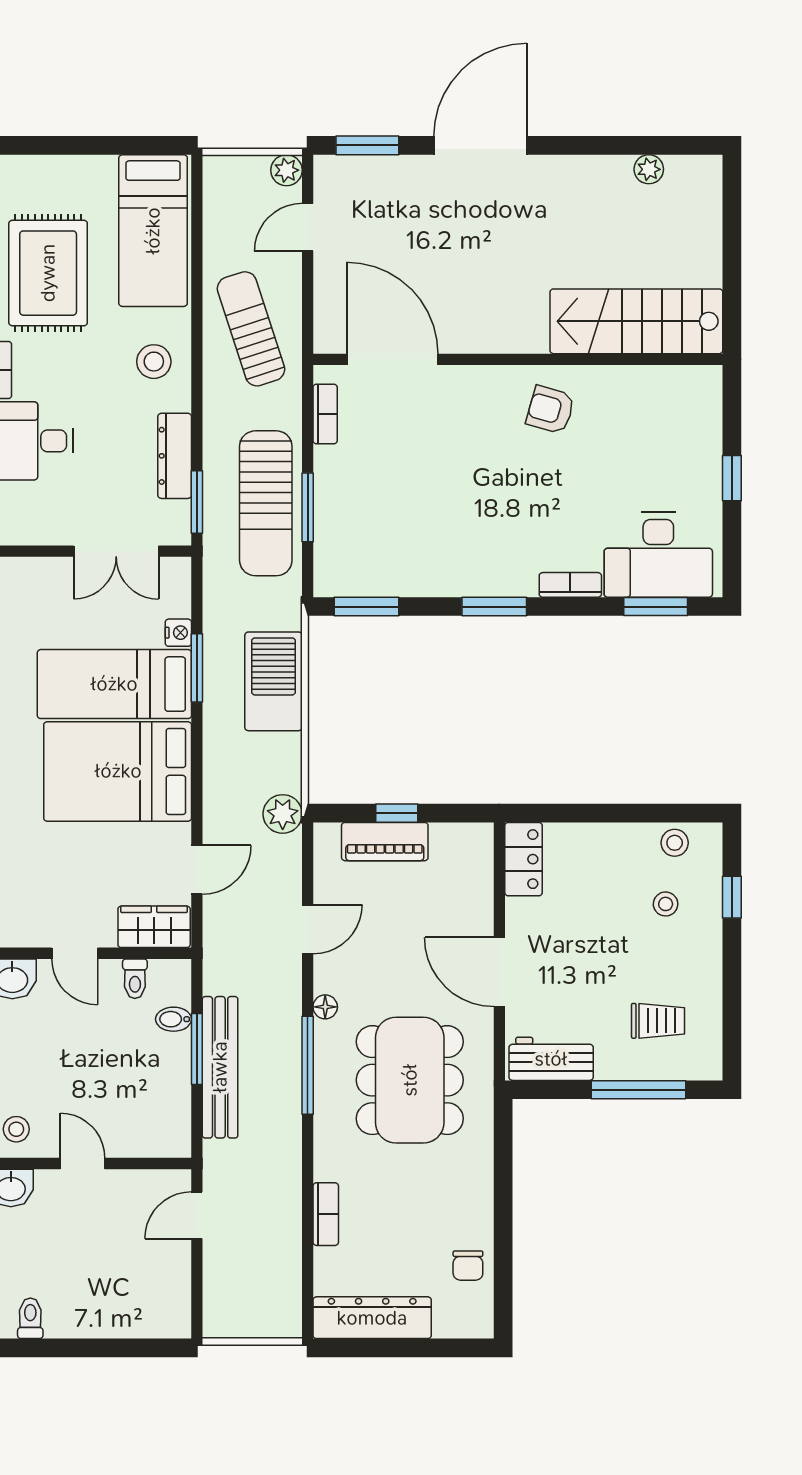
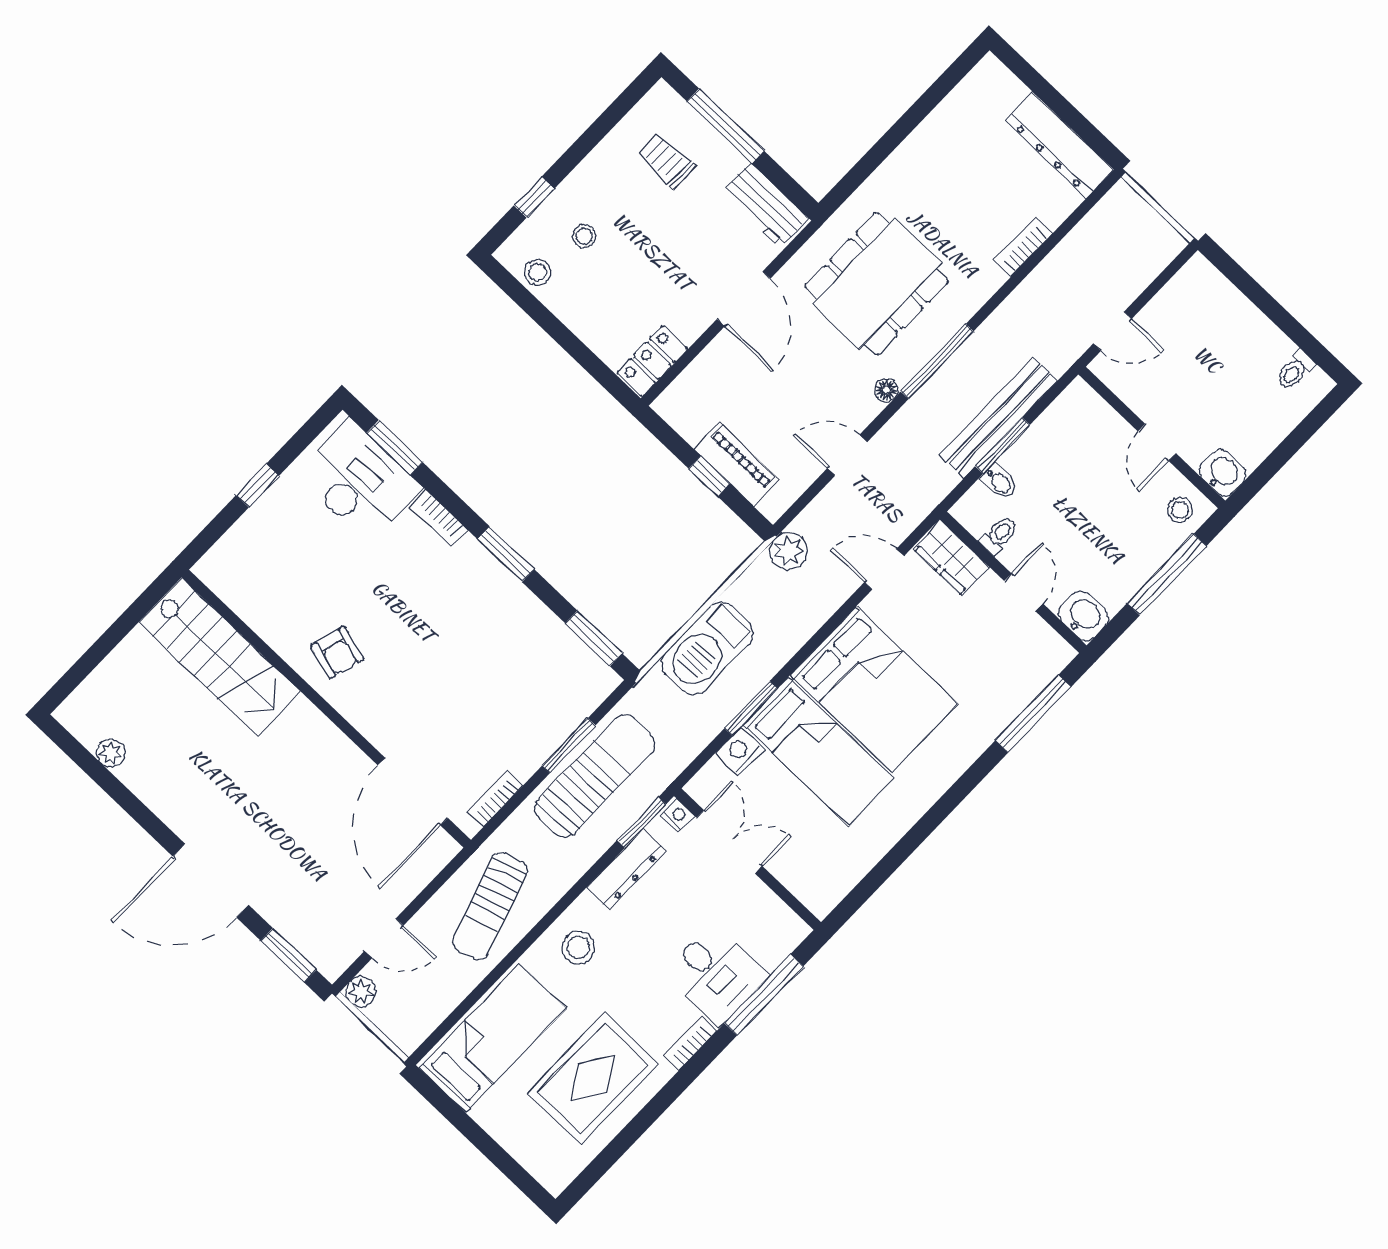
nightstand: (174, 533) -> (678, 816), added
nightstand: (178, 633) -> (740, 751), width x1.39, depth x1.35
chair: (468, 1266) -> (959, 118), removed

